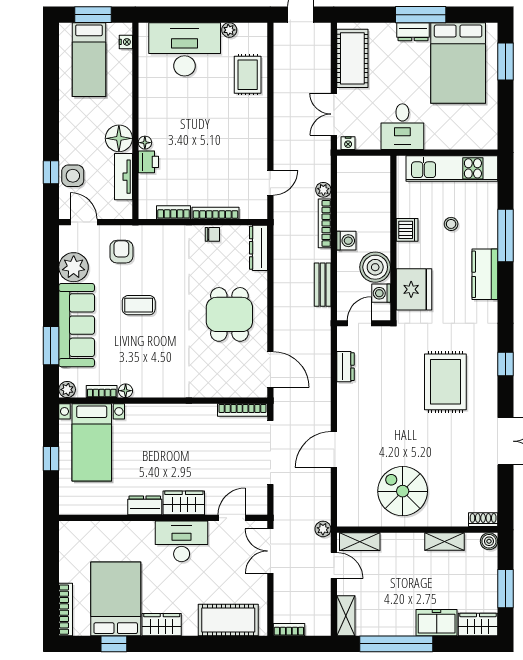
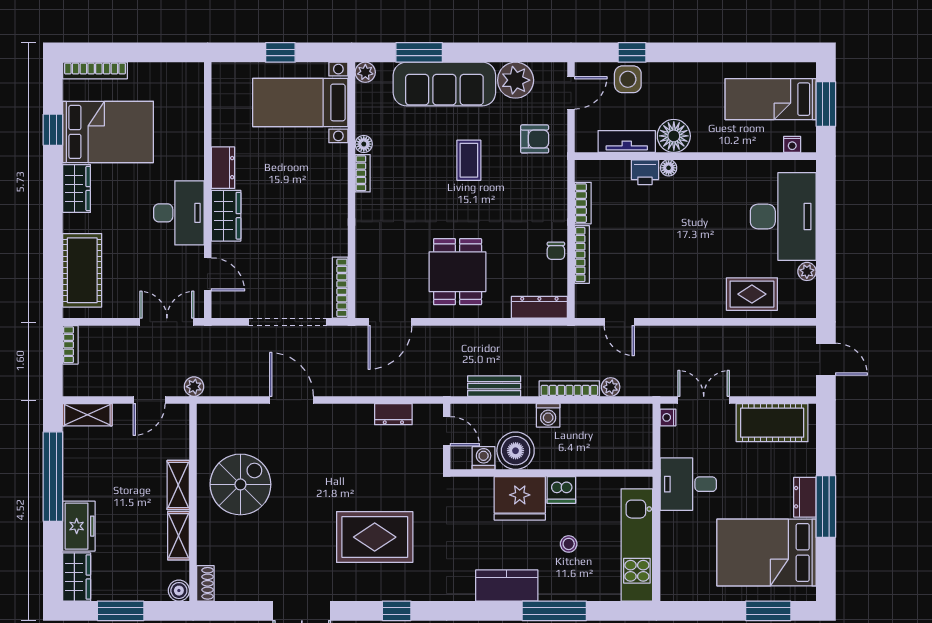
fridge: (414, 289) -> (520, 498), moved
dining table: (229, 314) -> (458, 272), turned 90
bookcase: (102, 392) -> (363, 173), moved
shelving: (360, 542) -> (178, 485), moved

